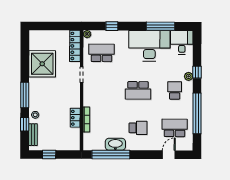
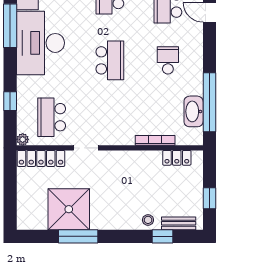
window: (25, 95) -> (78, 236), moved
locker: (75, 118) -> (177, 158), moved
washbasin: (115, 144) -> (194, 111), moved

